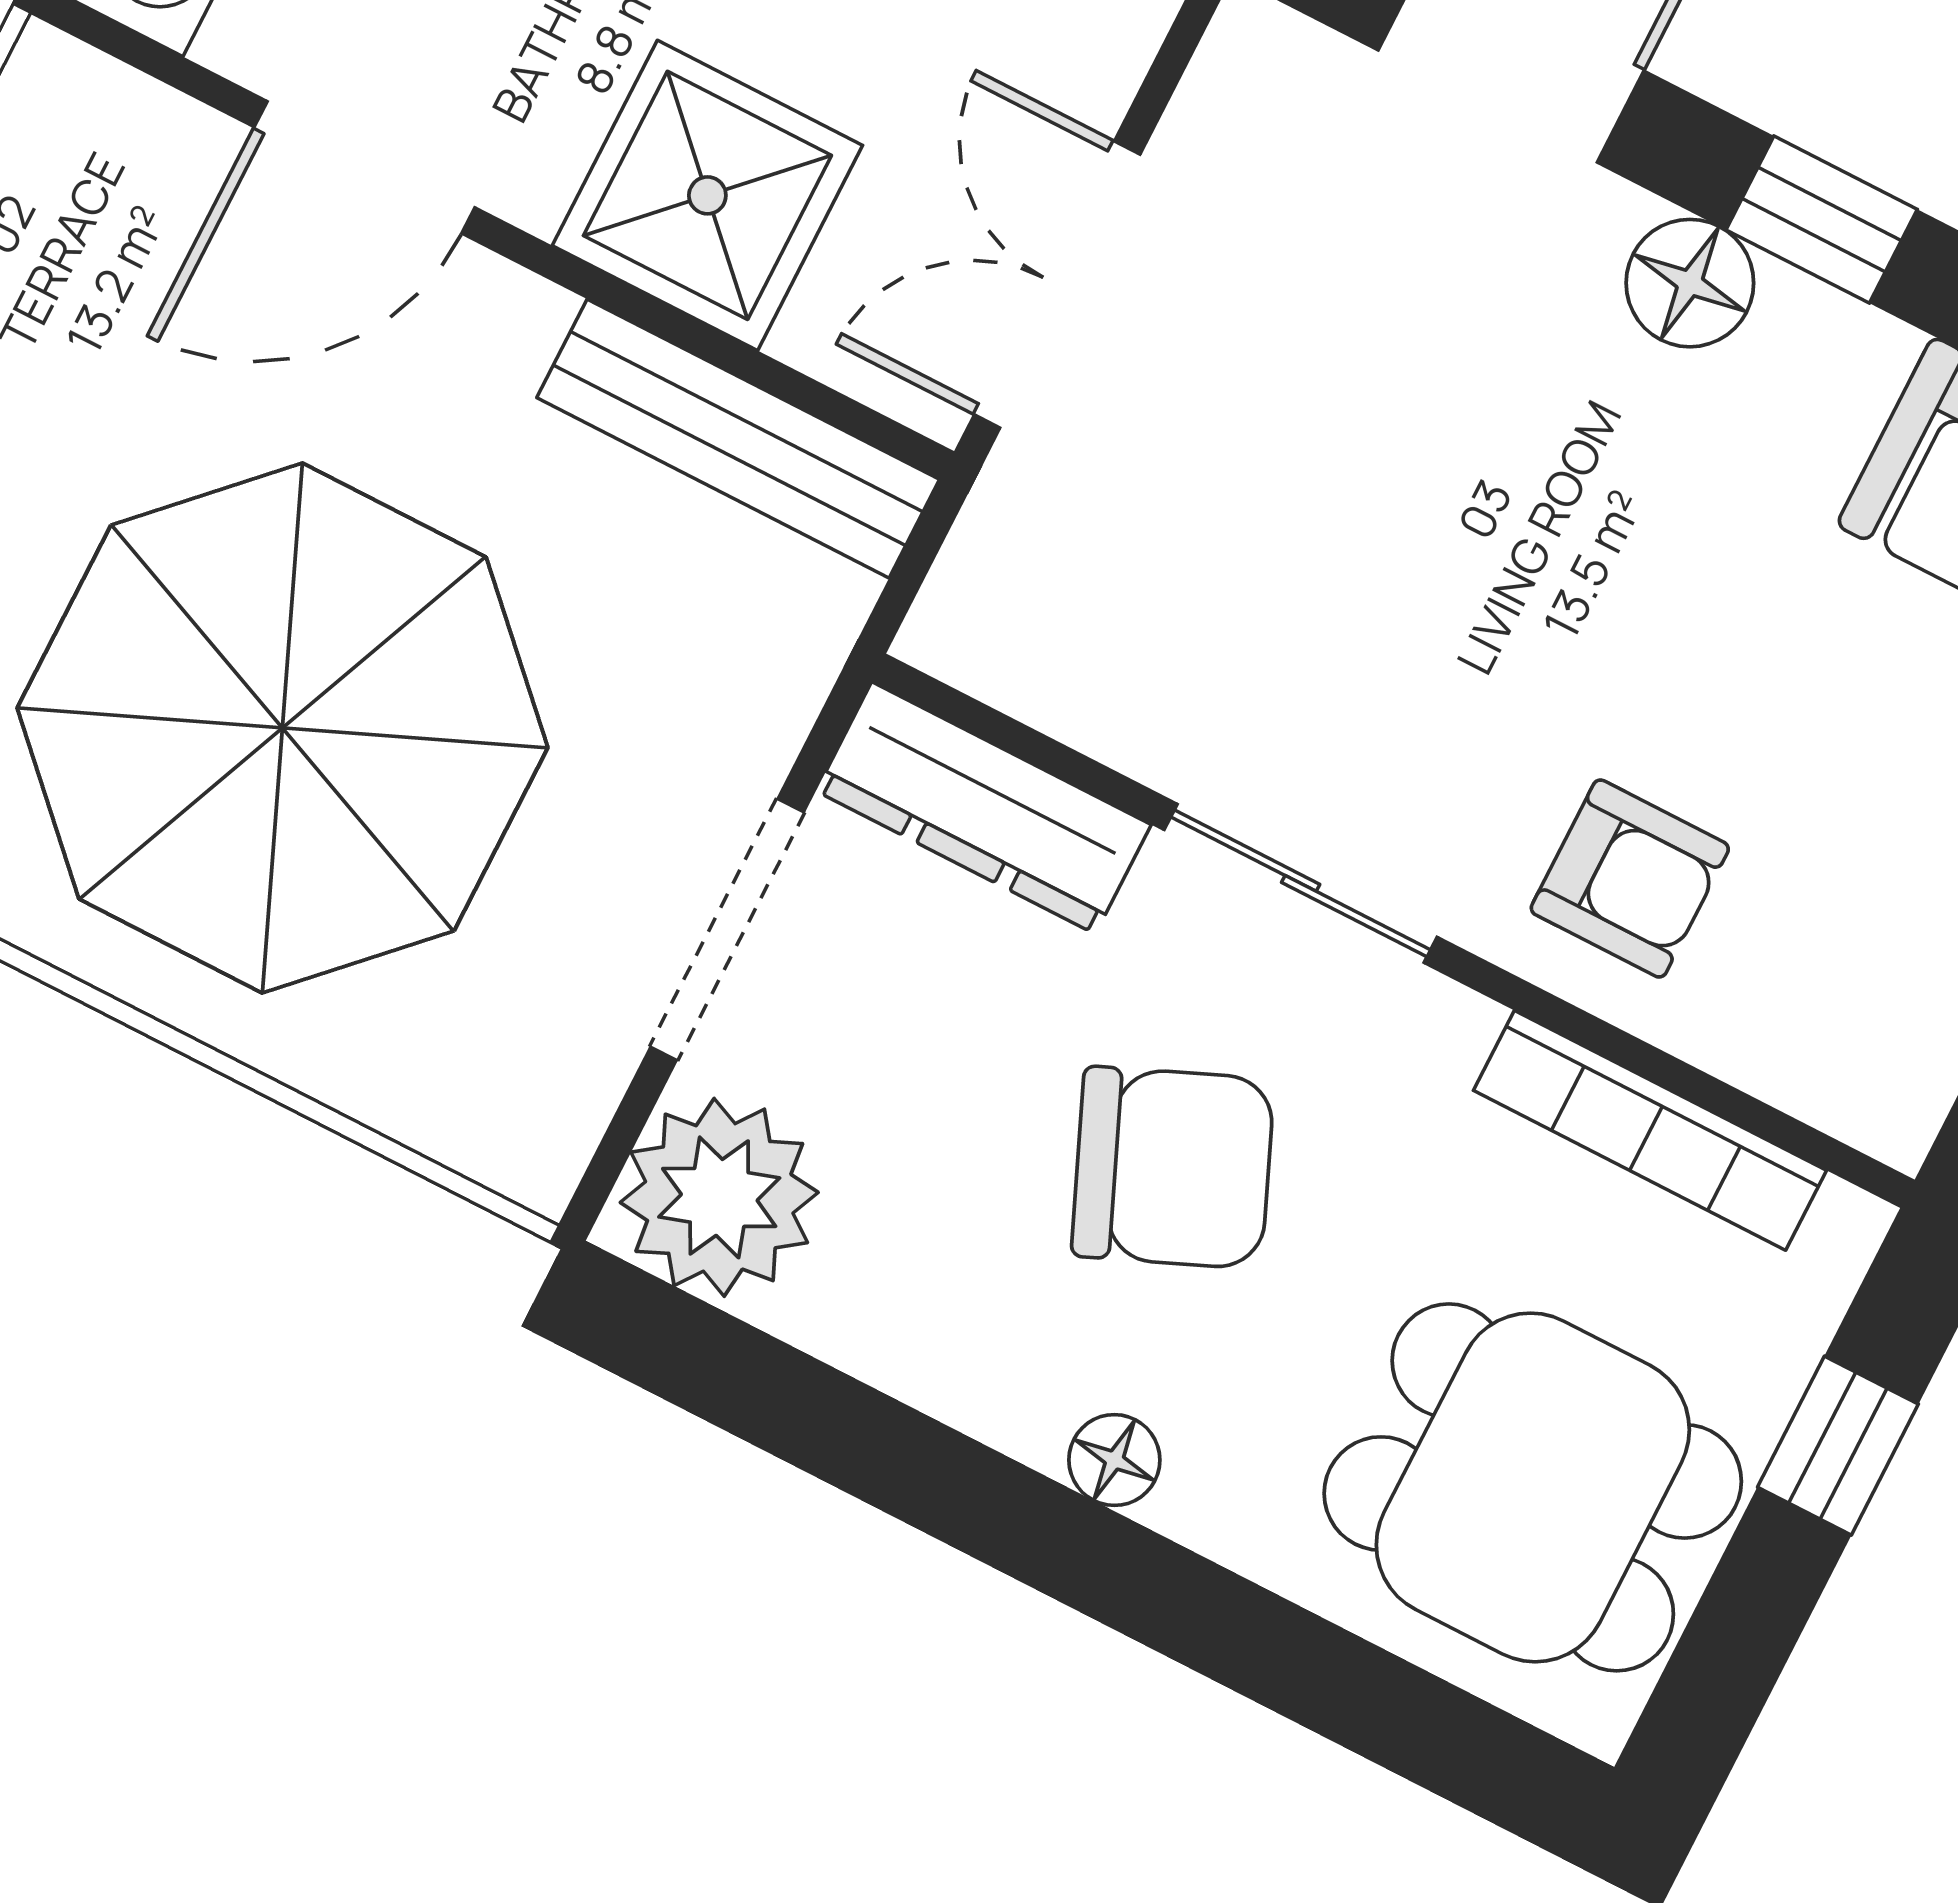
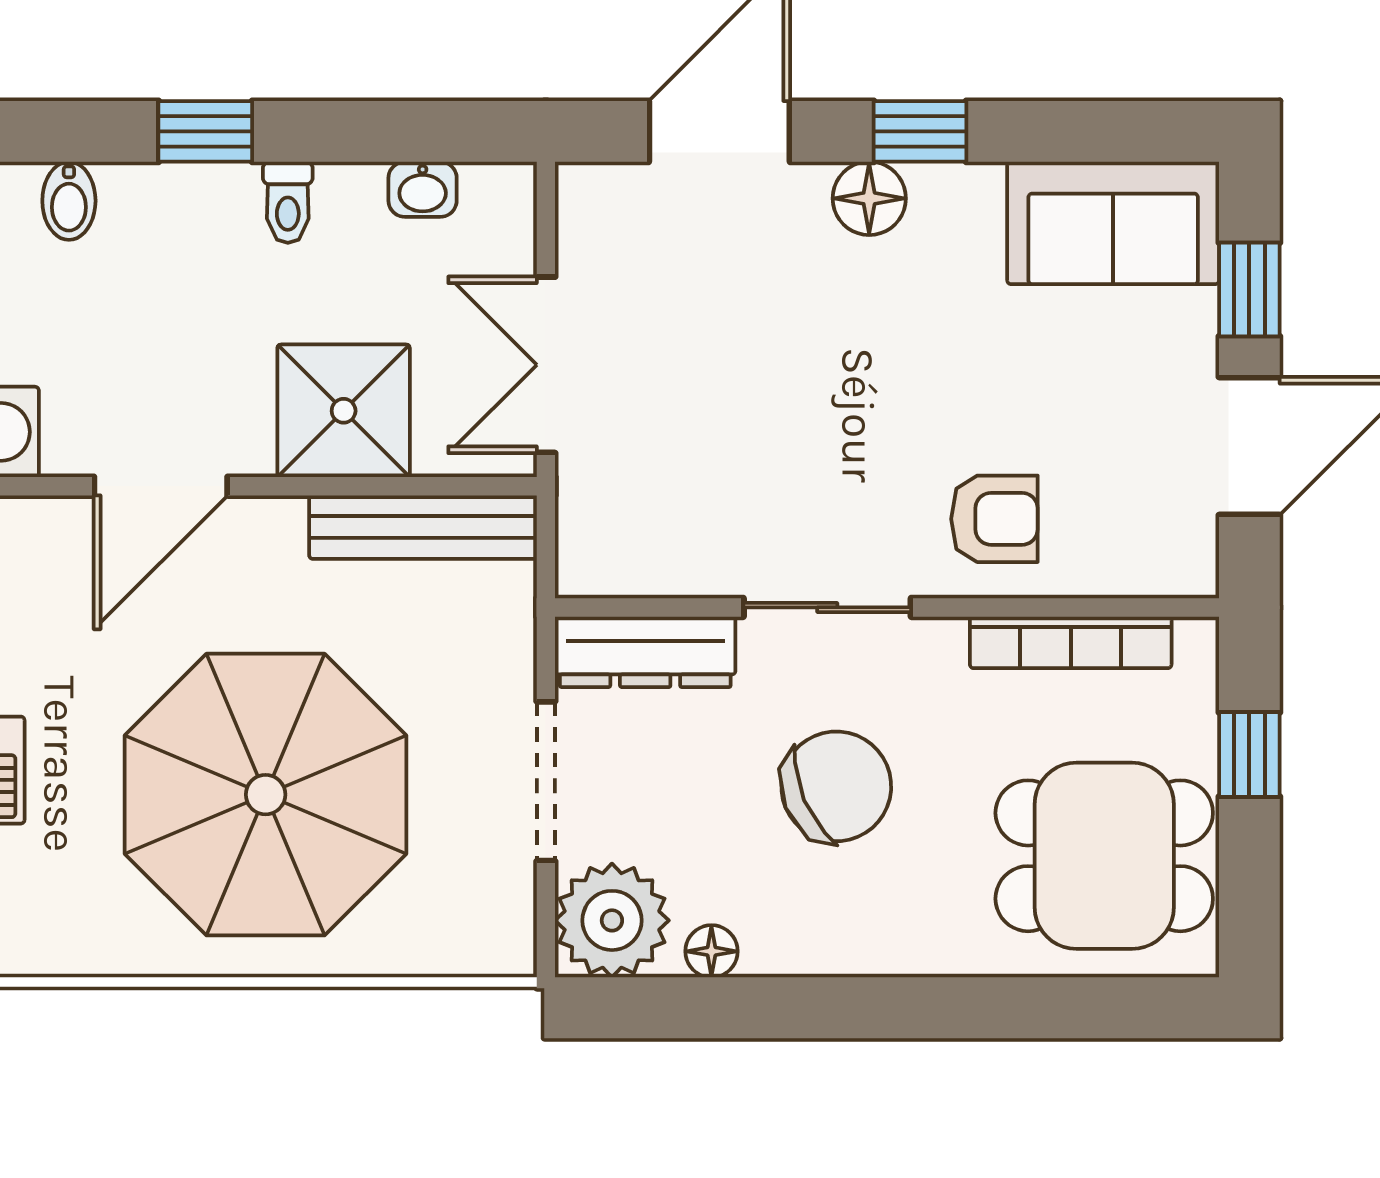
floor lamp: (1114, 1460) -> (711, 951), moved

